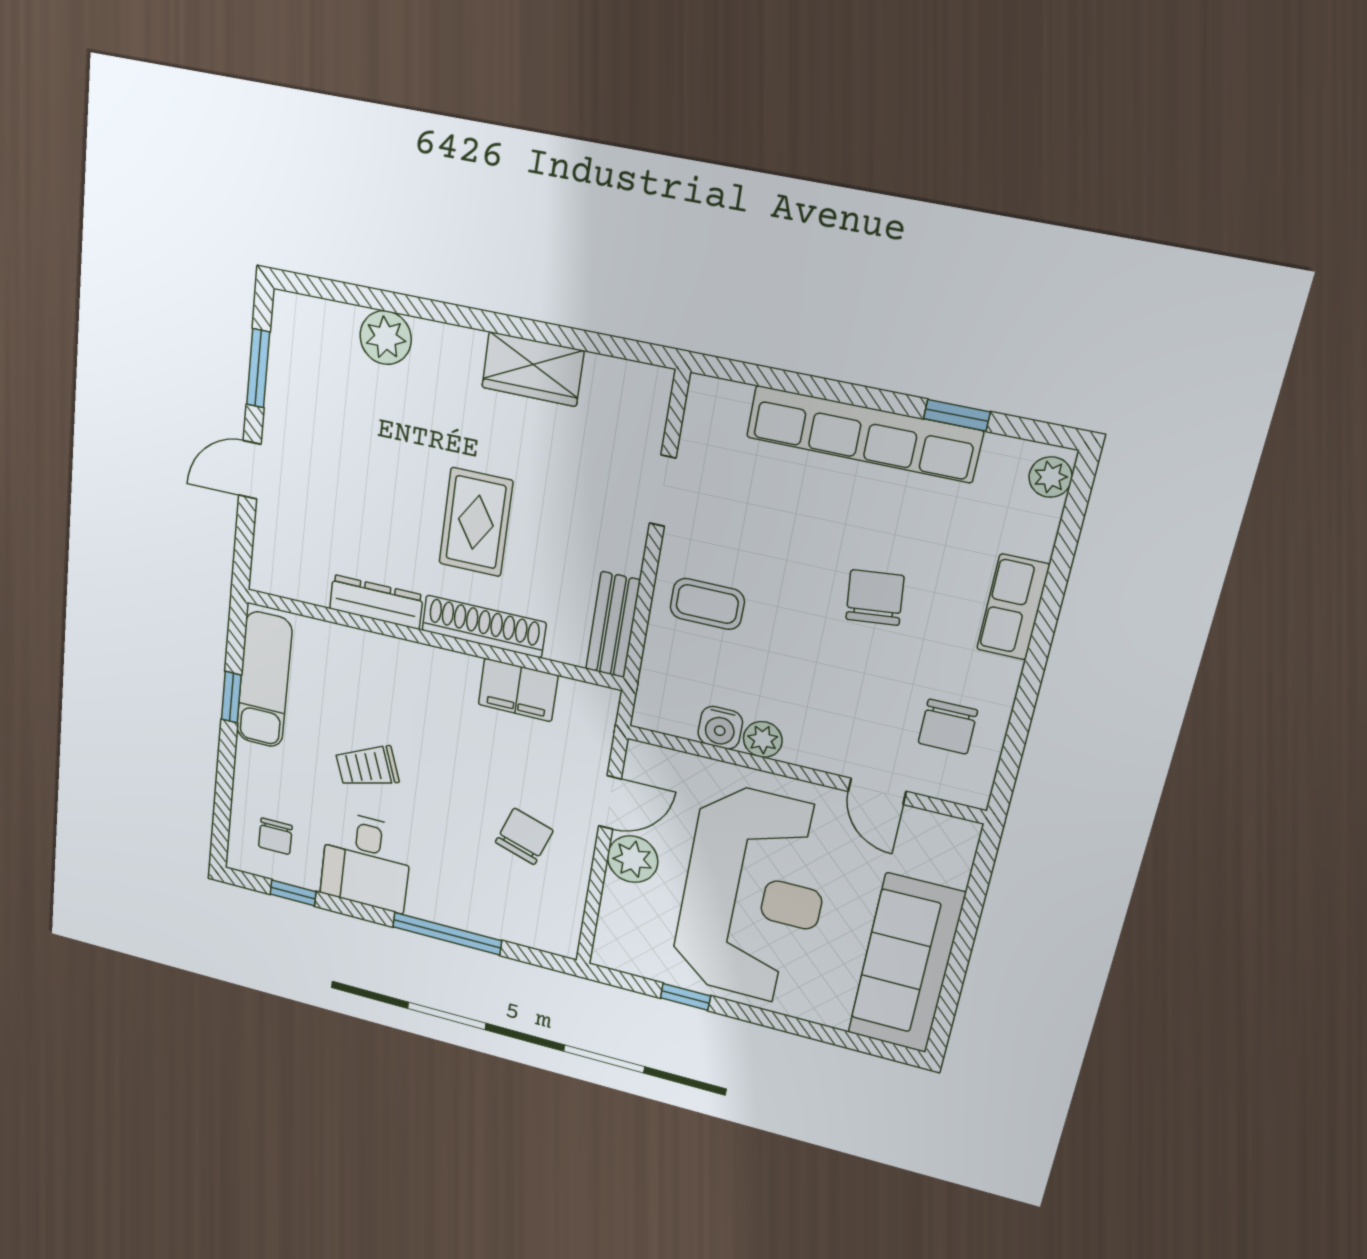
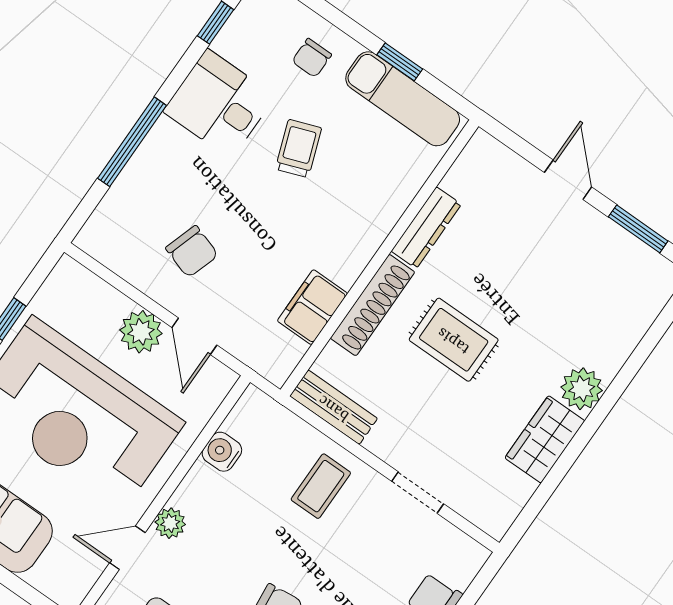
plant: (386, 338) -> (582, 389), moved
plant: (763, 739) -> (170, 523), moved
chair: (275, 836) -> (312, 58), moved, turned -90

